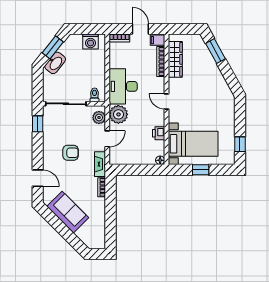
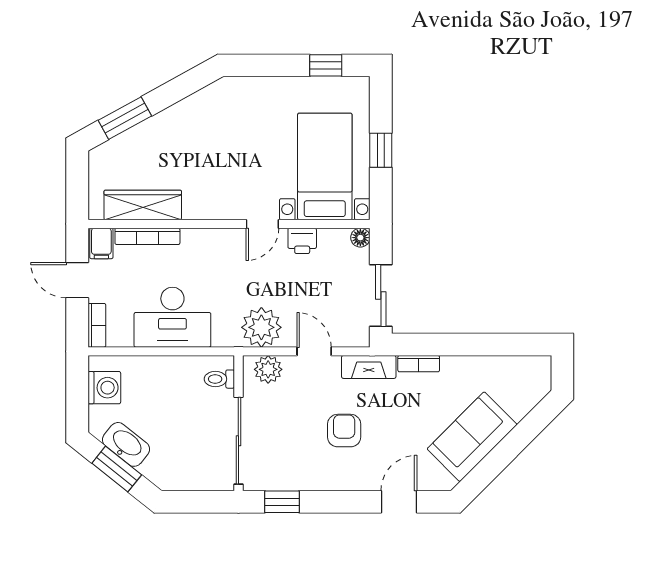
door: (140, 29) -> (77, 280), hinge flipped
washbasin: (55, 63) -> (126, 444), moved
desk: (123, 86) -> (172, 317), moved
door: (166, 101) -> (262, 224), moved
sliding door: (133, 170) -> (381, 296), added

